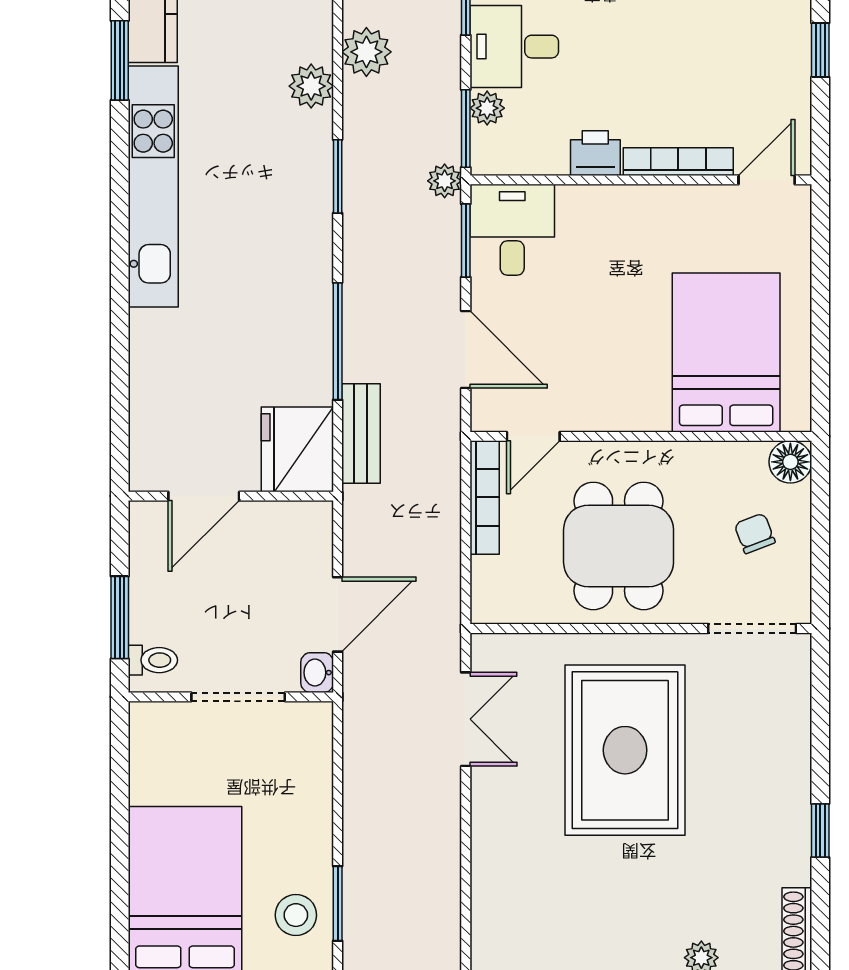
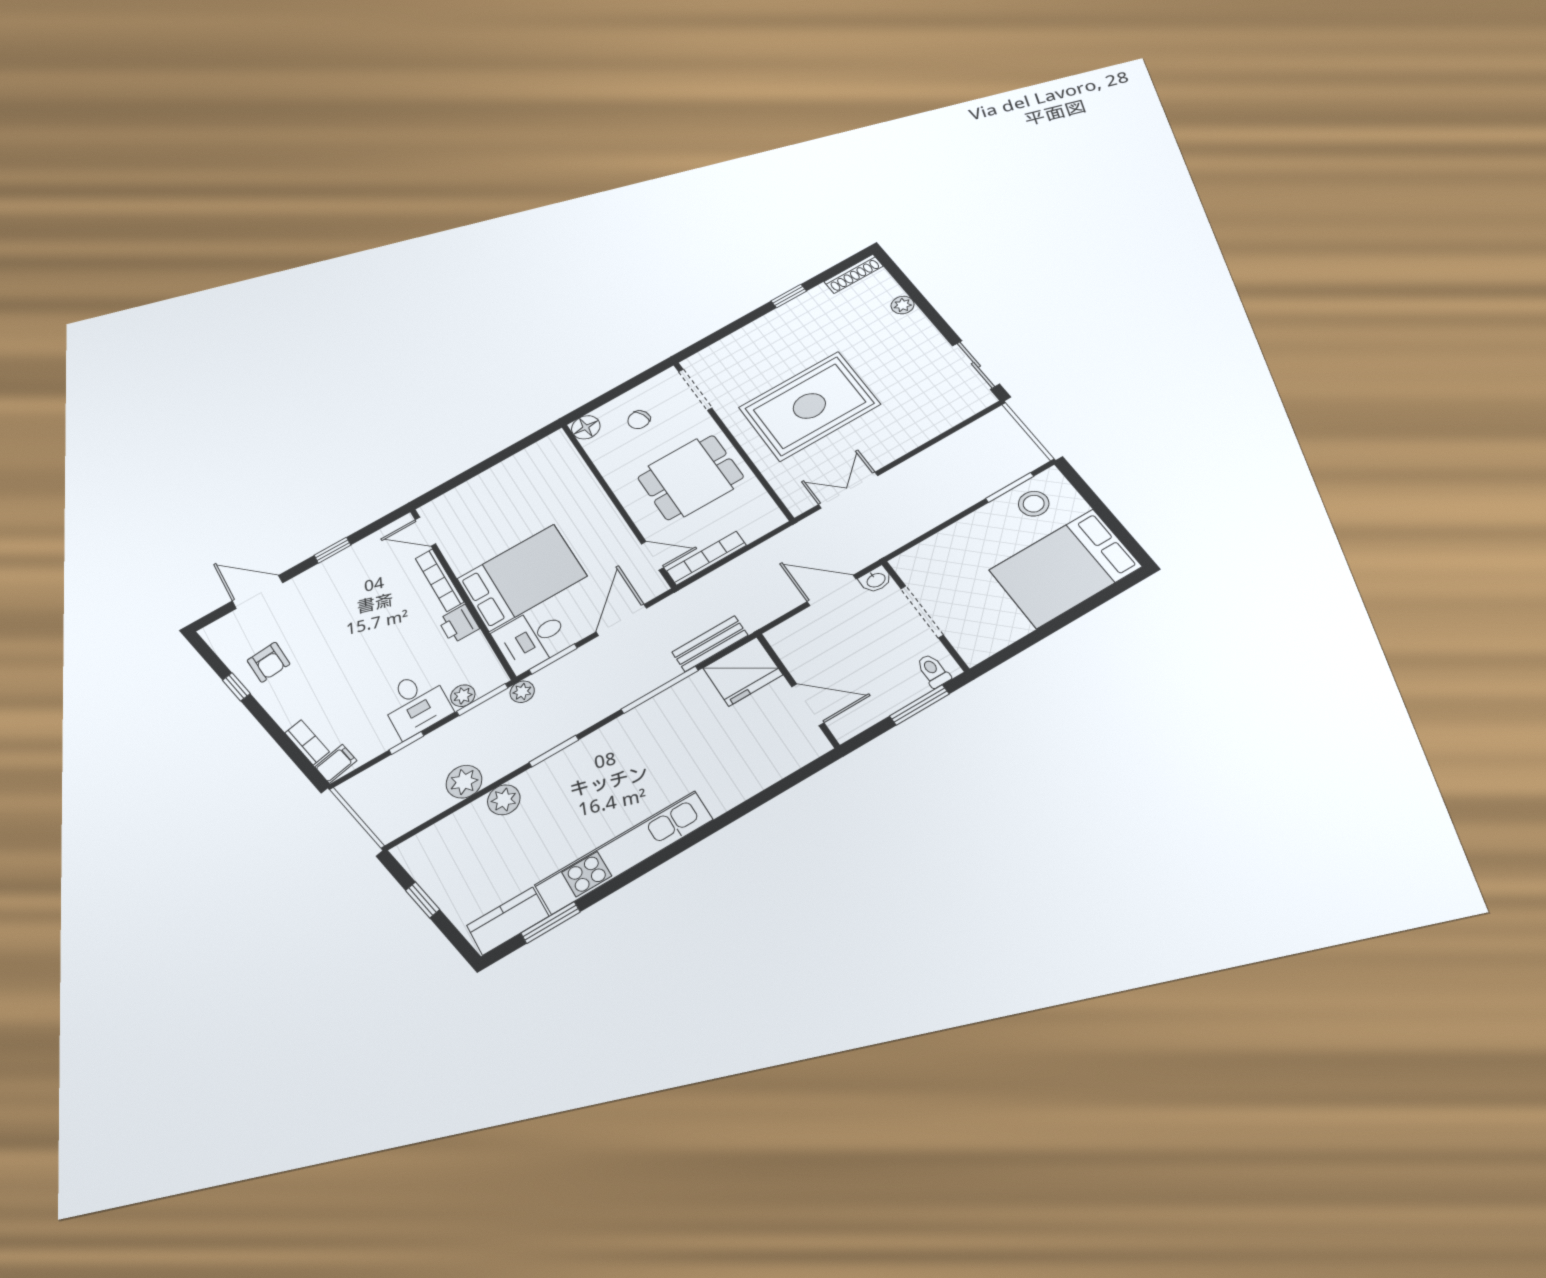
bed: (726, 352) -> (522, 577), moved, turned 180

